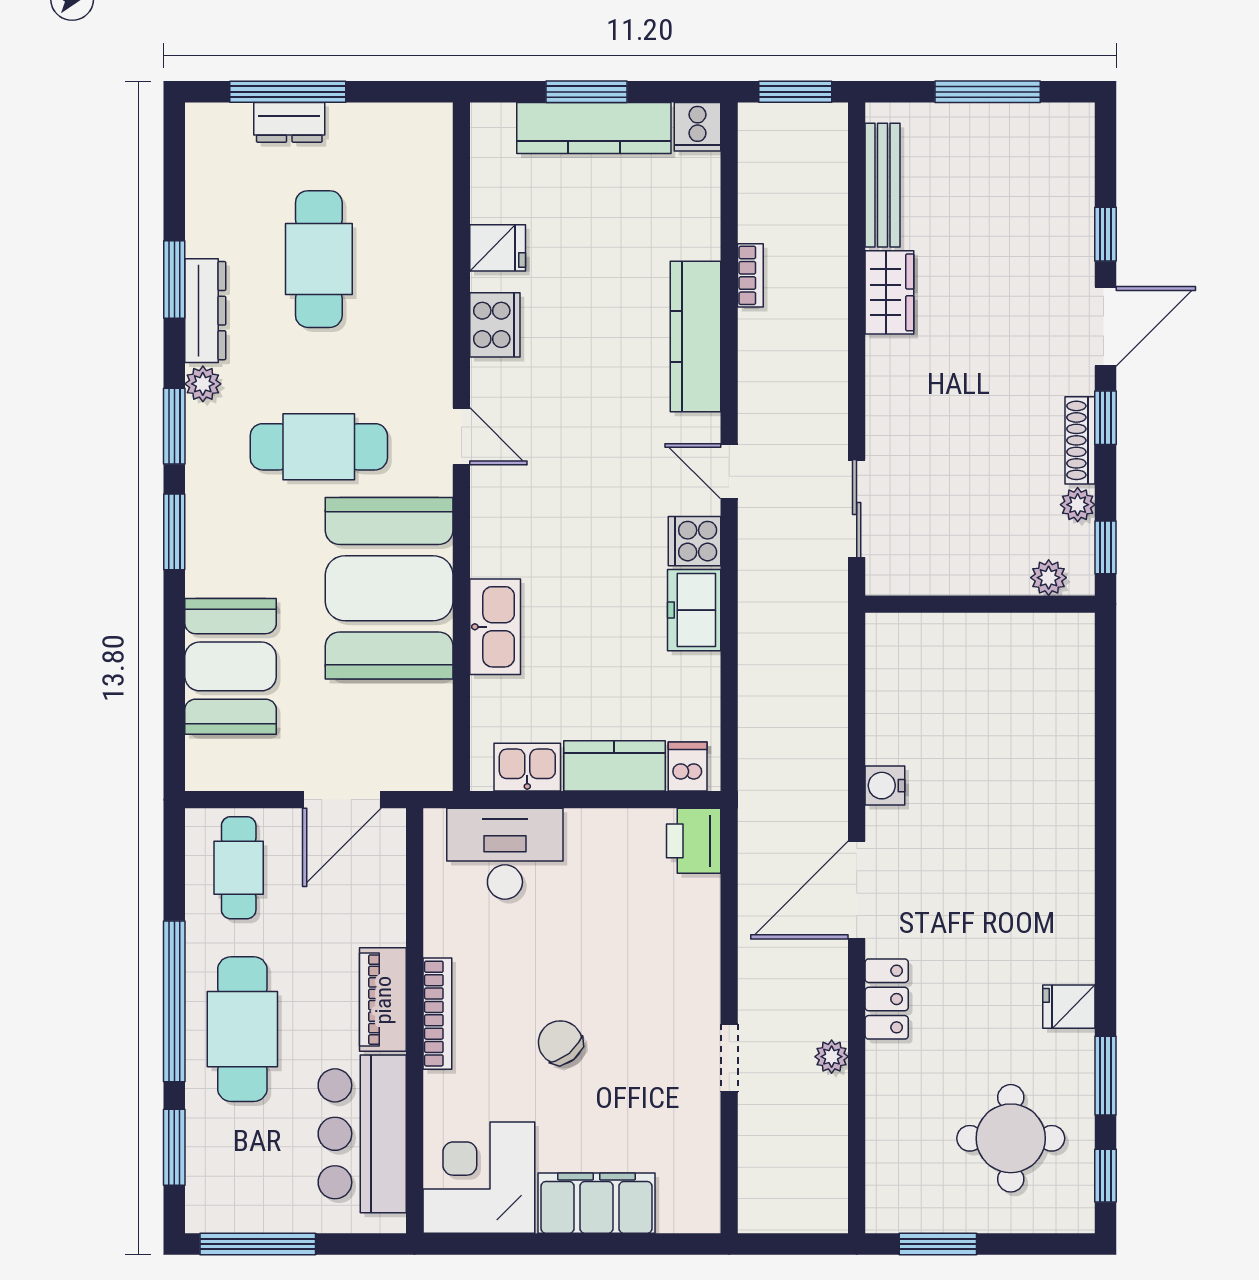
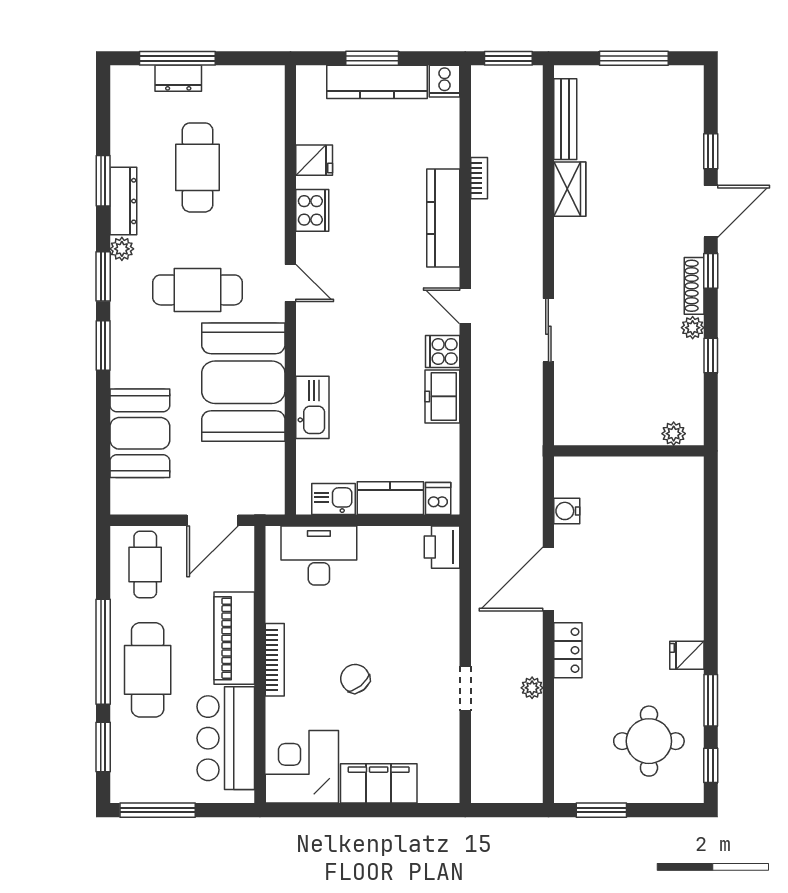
plant: (1049, 578) -> (674, 434), moved
wall: (980, 604) -> (629, 451), moved
piano: (383, 1000) -> (234, 638), width x1.37, depth x1.33

